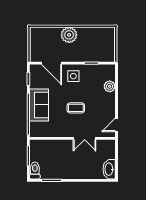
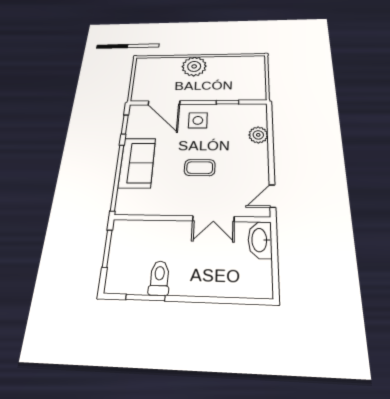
washbasin: (109, 169) -> (260, 240), moved
toilet: (35, 170) -> (159, 278), moved

